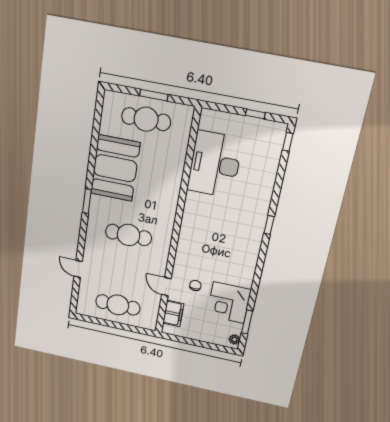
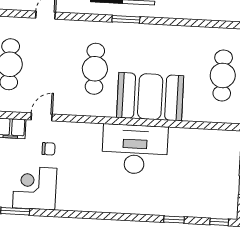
desk: (215, 164) -> (135, 149), moved
booth: (115, 168) -> (150, 97), moved
window: (269, 225) -> (174, 220), moved

